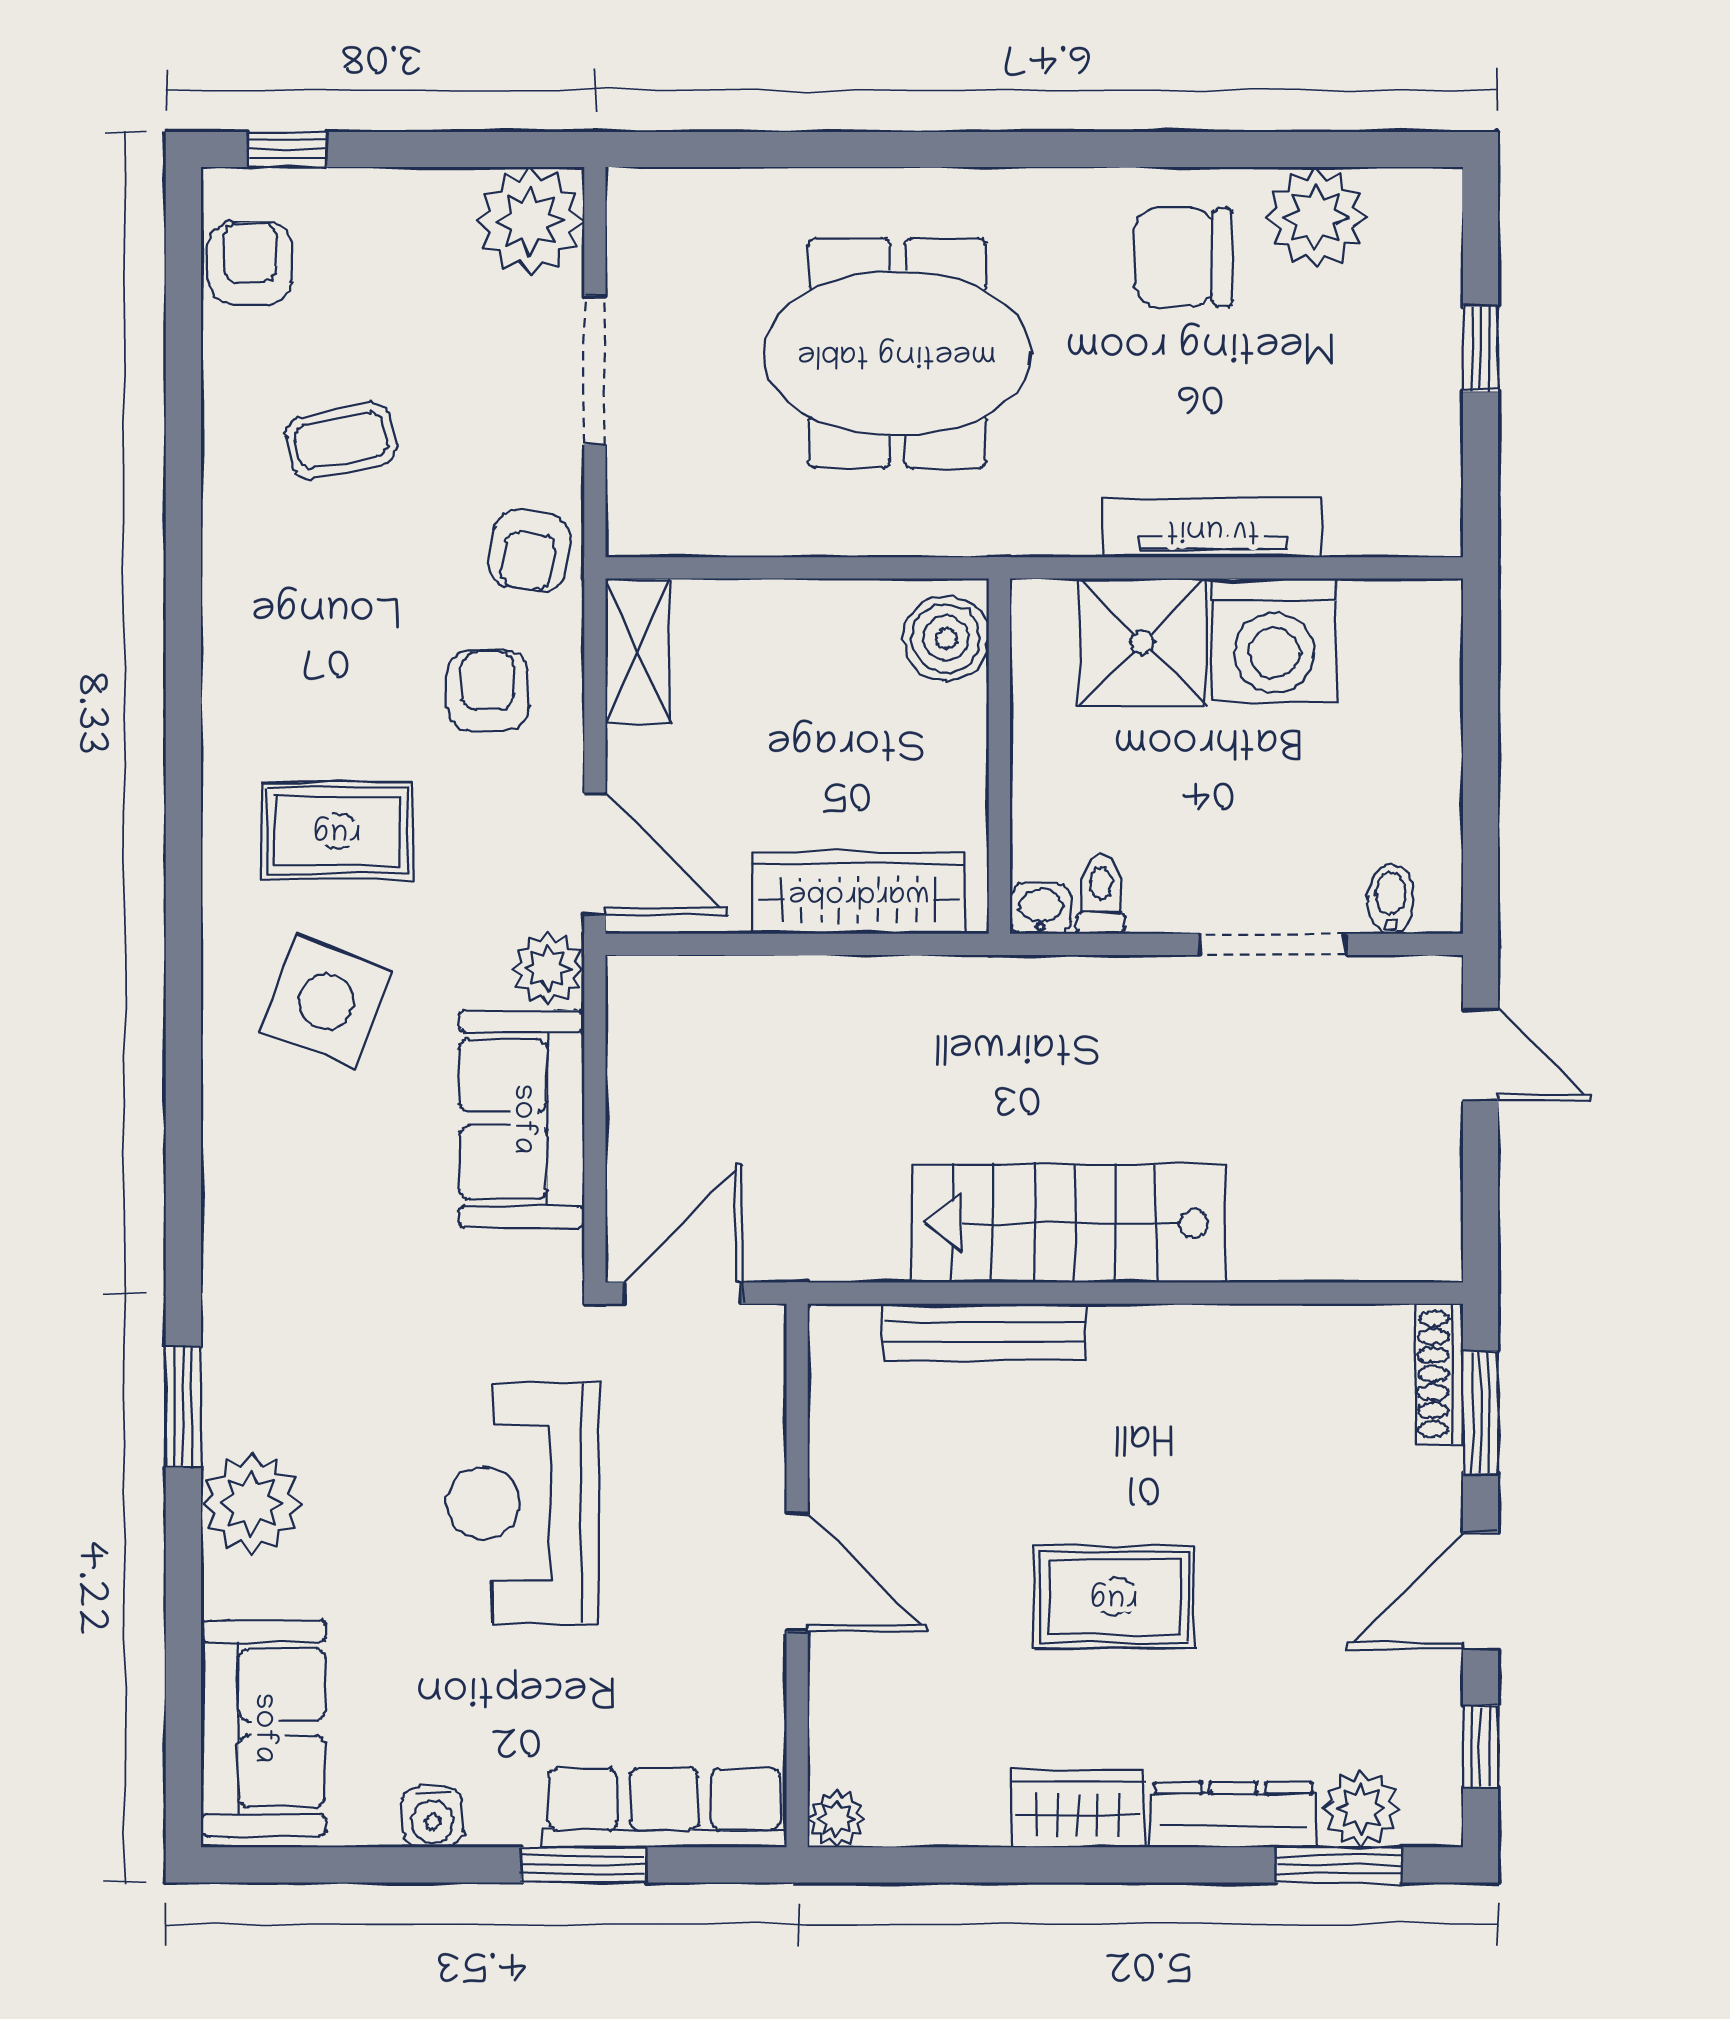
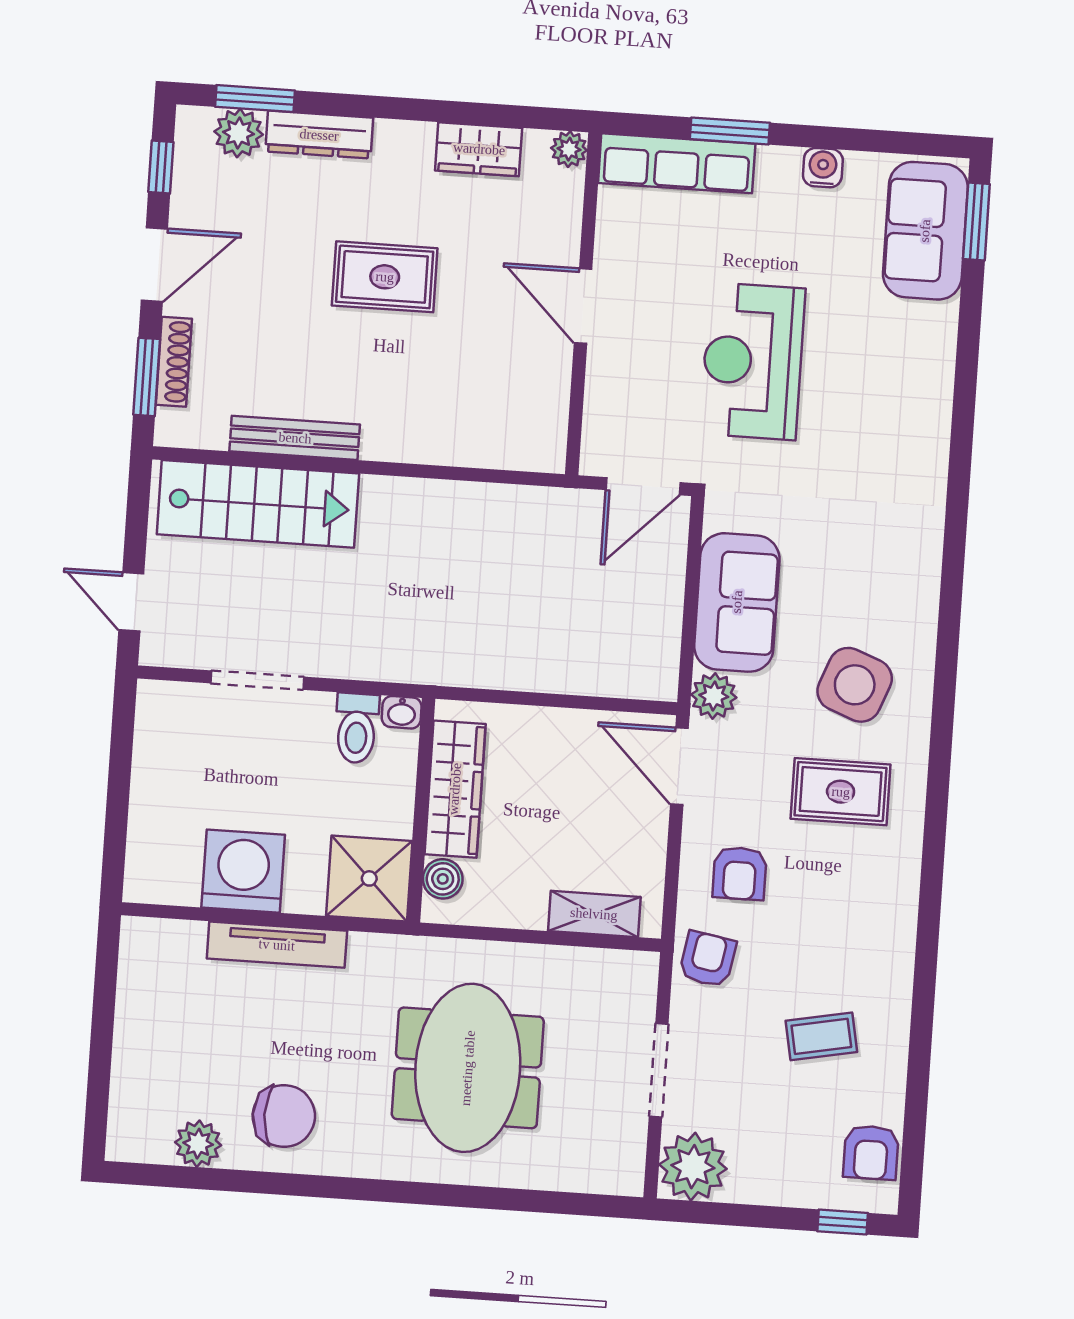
plant: (1316, 218) -> (198, 1144), width x0.73, depth x0.73
window: (1480, 348) -> (101, 1046), removed
meeting table: (897, 353) -> (468, 1068), turned 90
boiler: (946, 638) -> (443, 879), width x0.73, depth x0.73
shower: (1142, 642) -> (369, 878), moved
shelving: (638, 651) -> (594, 914), moved, turned 90
wardrobe: (859, 893) -> (455, 789), moved, turned -90
toilet: (1101, 894) -> (357, 728), width x1.37, depth x1.39
bidet: (1391, 899) -> (181, 703), removed
stairs: (1068, 1223) -> (258, 504), moved
bench: (984, 1332) -> (295, 438), moved
shoe rack: (1439, 1374) -> (174, 362), moved
window: (183, 1407) -> (976, 221), moved
reception desk: (523, 1503) -> (753, 361), turned 180
plant: (251, 1504) -> (923, 372), removed
wardrobe: (1078, 1809) -> (479, 149), moved

